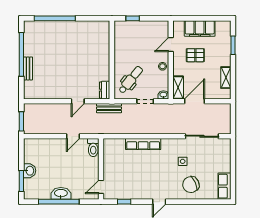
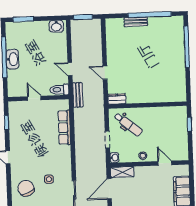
pallet: (195, 55) -> (155, 188), removed
door: (194, 101) -> (109, 189), swing flipped
bench: (109, 108) -> (78, 95), moved
row of seats: (143, 144) -> (64, 128), moved
washbasin: (30, 171) -> (56, 26), moved
door: (101, 187) -> (34, 98), moved

